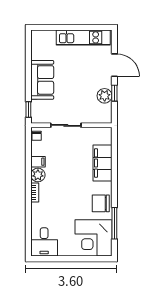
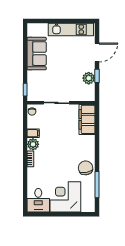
door: (114, 65) -> (97, 53), hinge flipped
sofa: (42, 80) -> (37, 54), moved
filing cabinet: (103, 163) -> (87, 119), moved
chair: (101, 203) -> (86, 168), turned 80
corner desk: (94, 238) -> (65, 197), moved, turned 90

